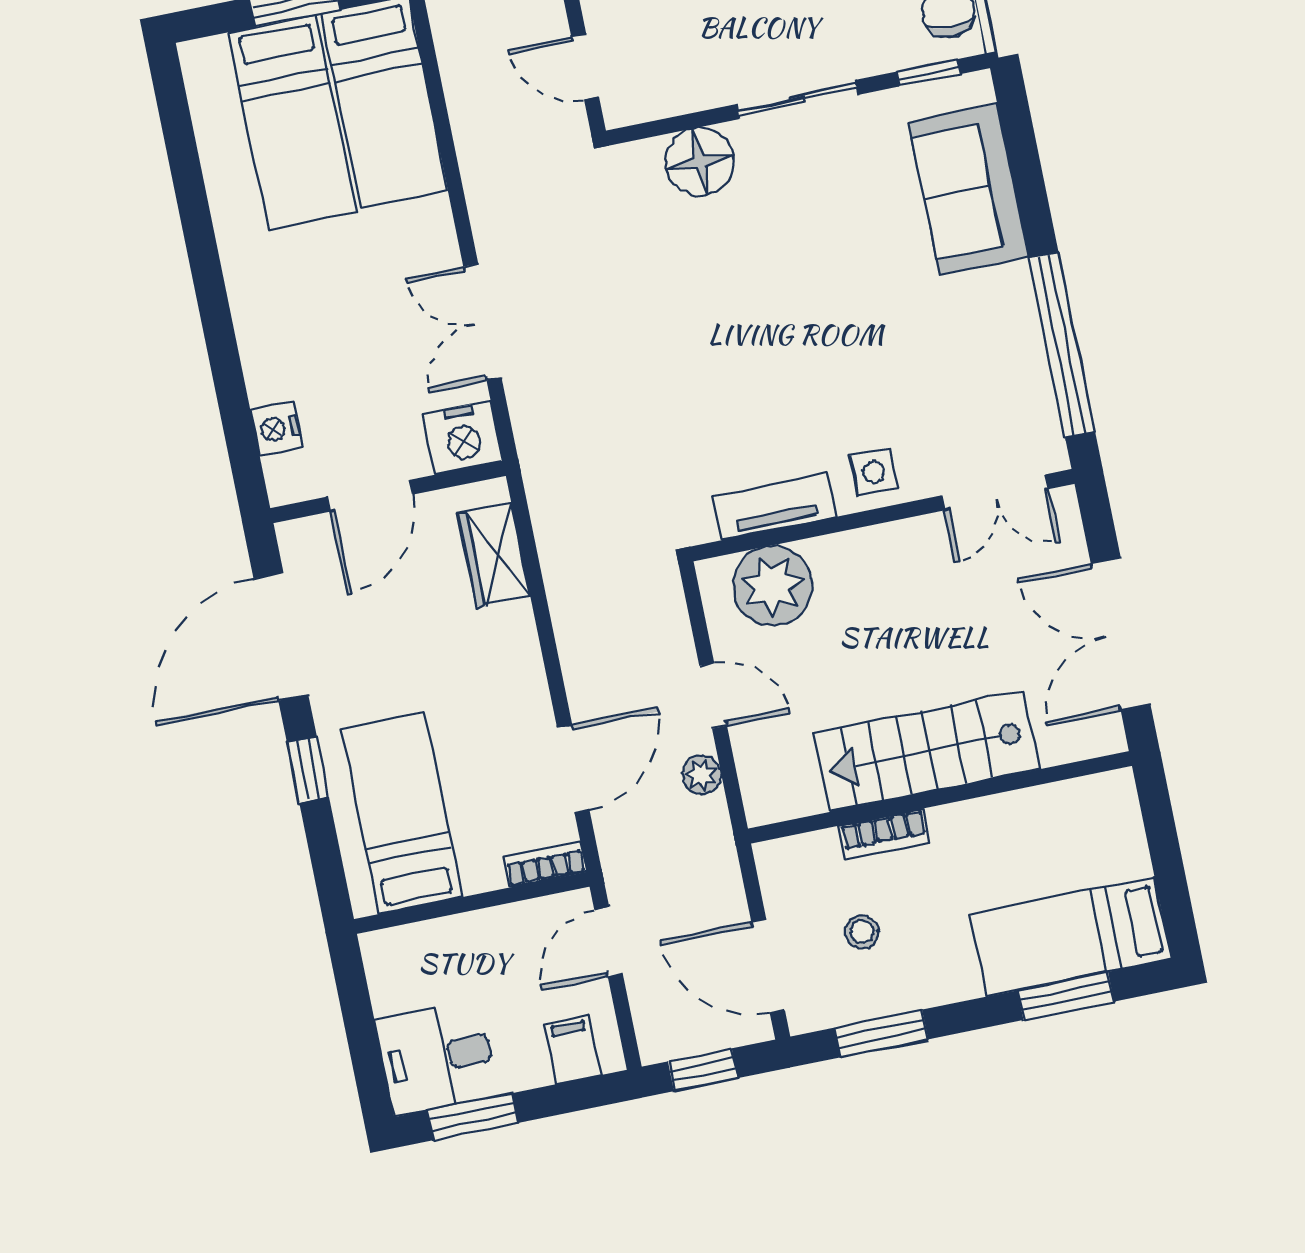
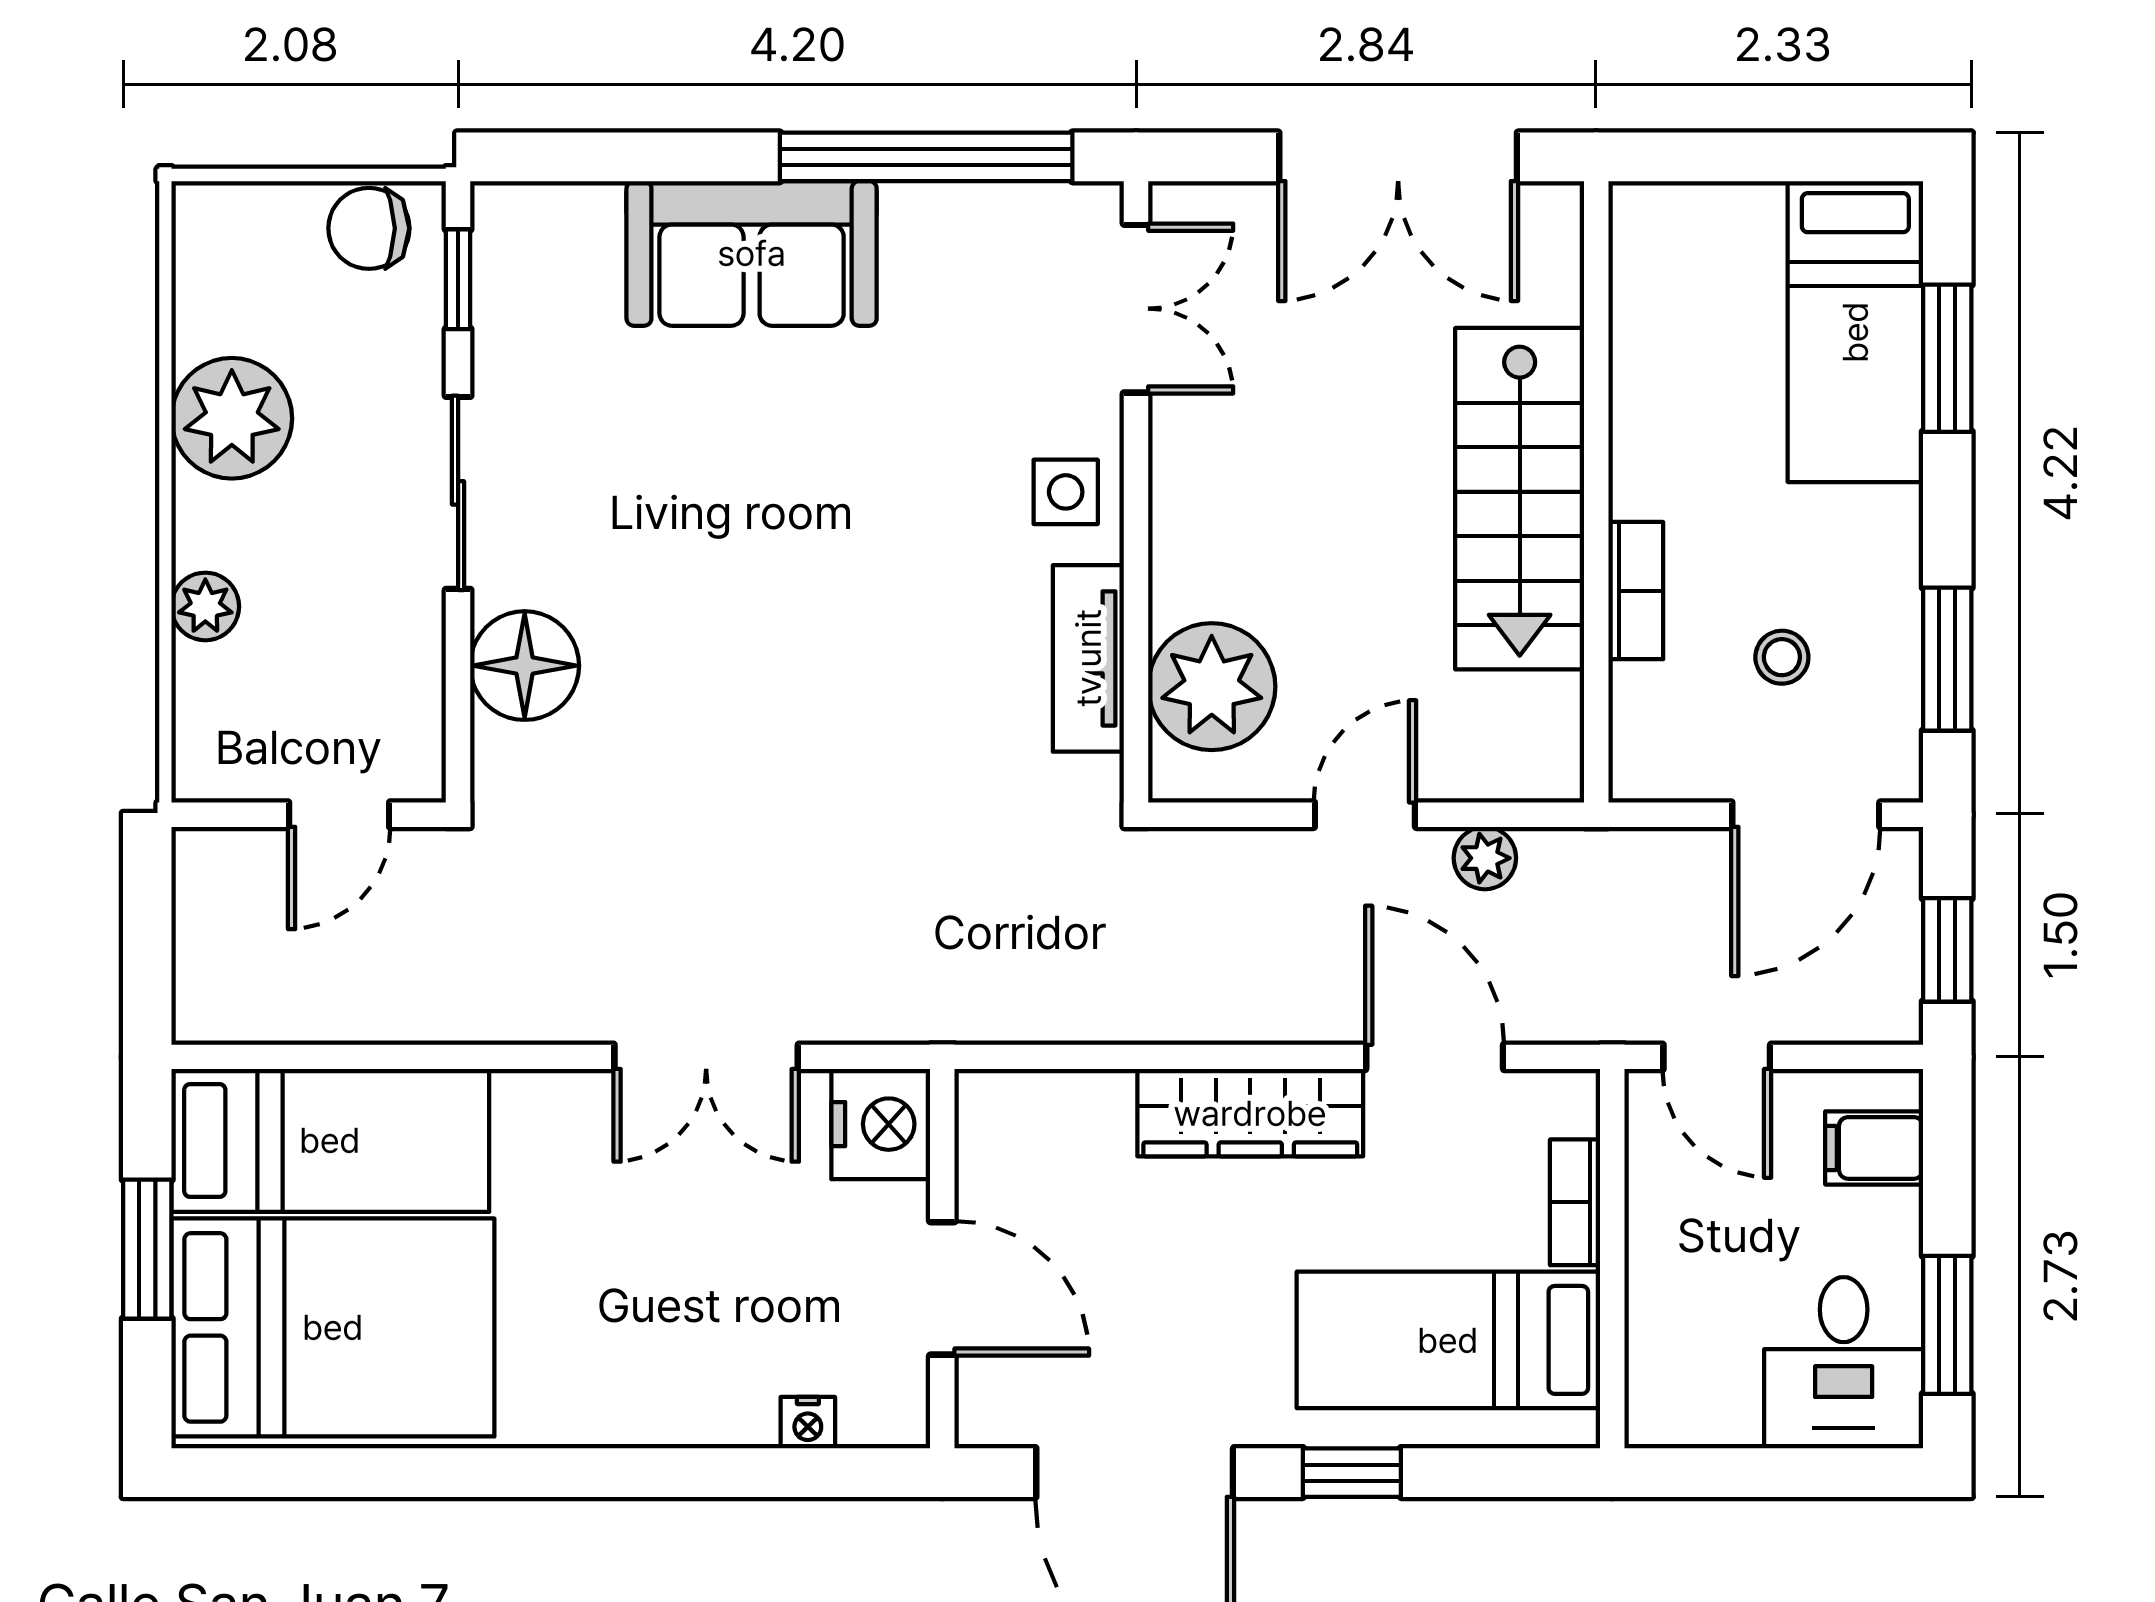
bed: (292, 122) -> (333, 1327), width x1.50
sofa: (969, 189) -> (752, 253), moved
nightstand: (276, 429) -> (808, 1423), width x0.72, depth x0.74
wardrobe: (494, 555) -> (1250, 1113), moved, width x1.50
bookcase: (545, 864) -> (1575, 1202), moved

